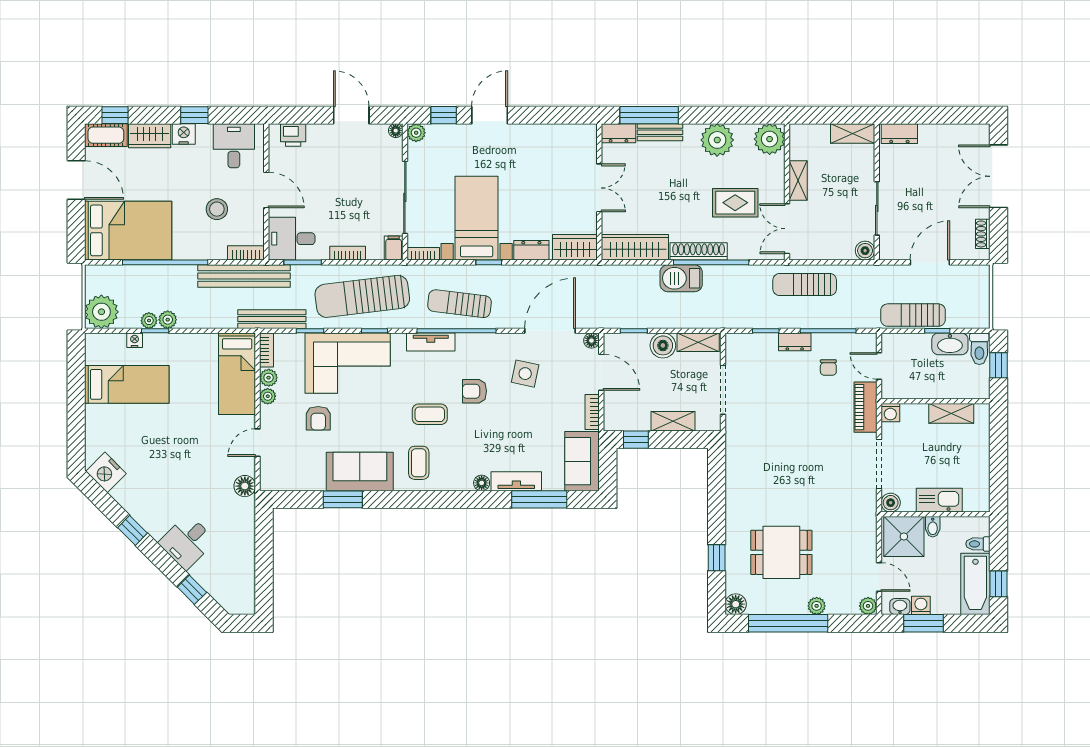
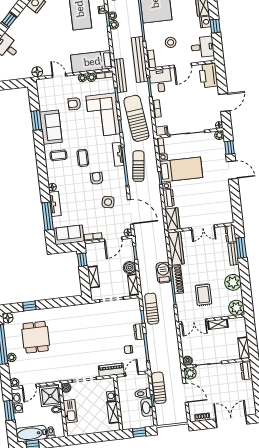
window: (649, 115) -> (241, 248), width x0.69
printer: (293, 135) -> (208, 76), width x1.87, depth x1.48
double door: (787, 229) -> (194, 321), swing flipped
plant: (891, 248) -> (190, 373), added
sun lounger: (805, 285) -> (152, 309), moved
toilet: (979, 349) -> (143, 393), moved
washing machine: (890, 413) -> (112, 396), moved

